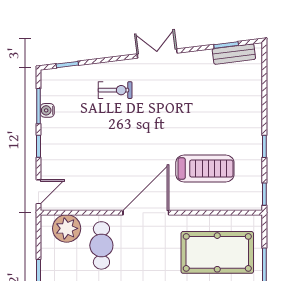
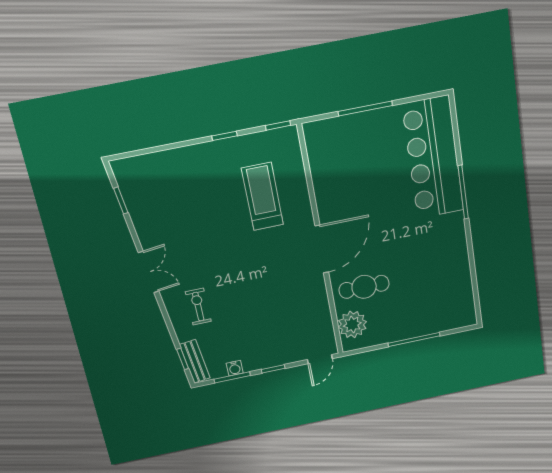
double door: (157, 53) -> (149, 272), swing flipped
bench: (234, 54) -> (195, 361), moved
door: (38, 192) -> (320, 359), swing flipped
door: (146, 213) -> (322, 249), swing flipped
pool table: (217, 252) -> (351, 165), removed

